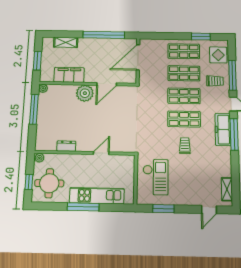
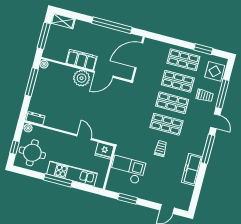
shelving: (66, 42) -> (63, 21), moved
window: (37, 61) -> (44, 36), width x1.44
filing cabinet: (69, 75) -> (82, 60), moved
freezer: (223, 130) -> (192, 169), moved
dresser: (66, 146) -> (35, 118), moved
door: (101, 153) -> (84, 137), hinge flipped
fridge: (126, 162) -> (104, 151), added
checkout: (155, 177) -> (127, 170), turned -90
shelving: (227, 189) -> (187, 196), removed

